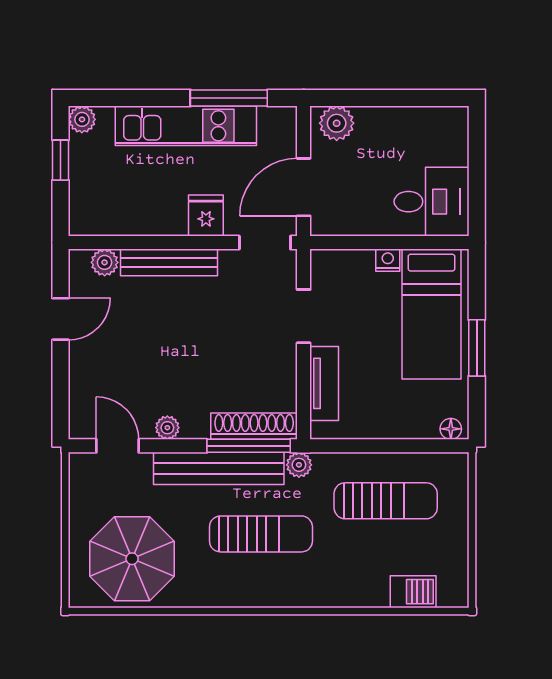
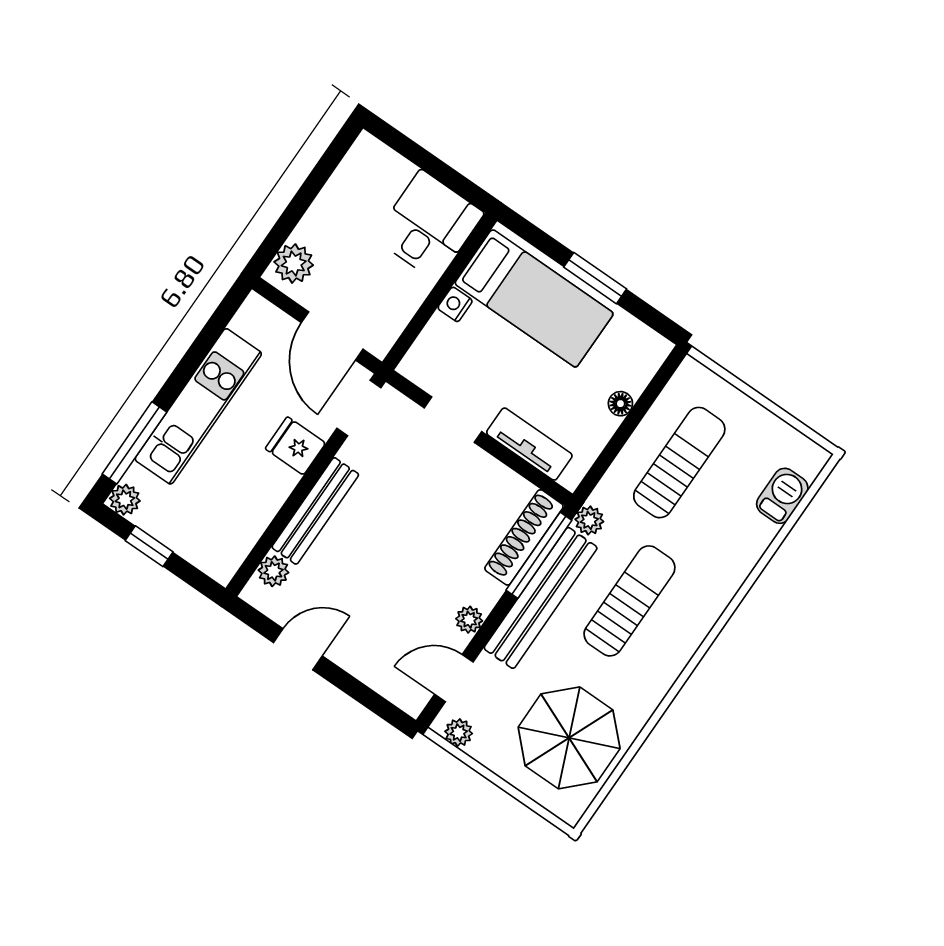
window: (229, 98) -> (134, 443), moved
door: (61, 319) -> (298, 649), hinge flipped
floor lamp: (451, 429) -> (620, 404), moved
plant: (81, 477) -> (459, 733), added

